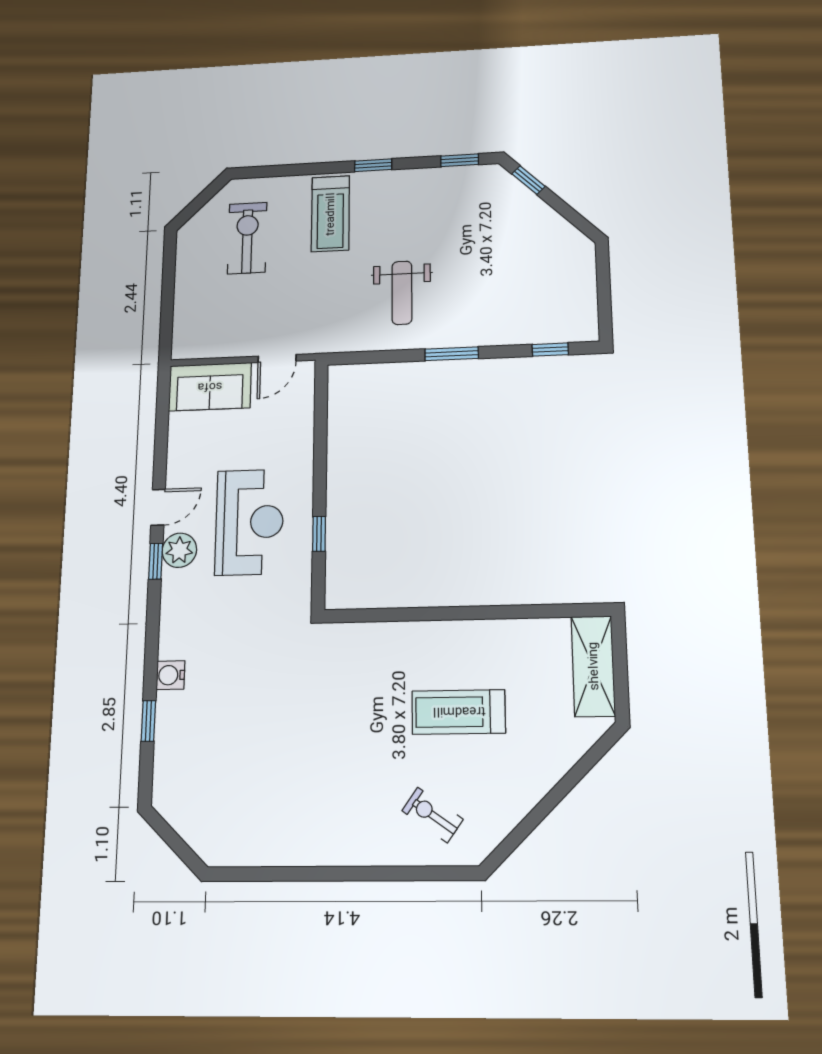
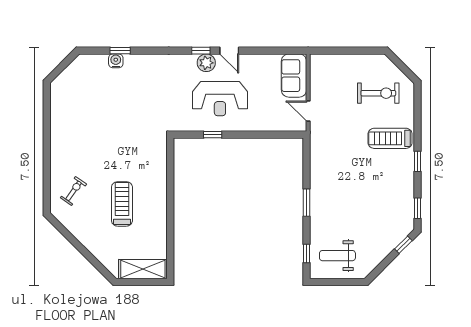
weight bench: (402, 293) -> (337, 256), moved
water cooler: (171, 675) -> (116, 61), moved

